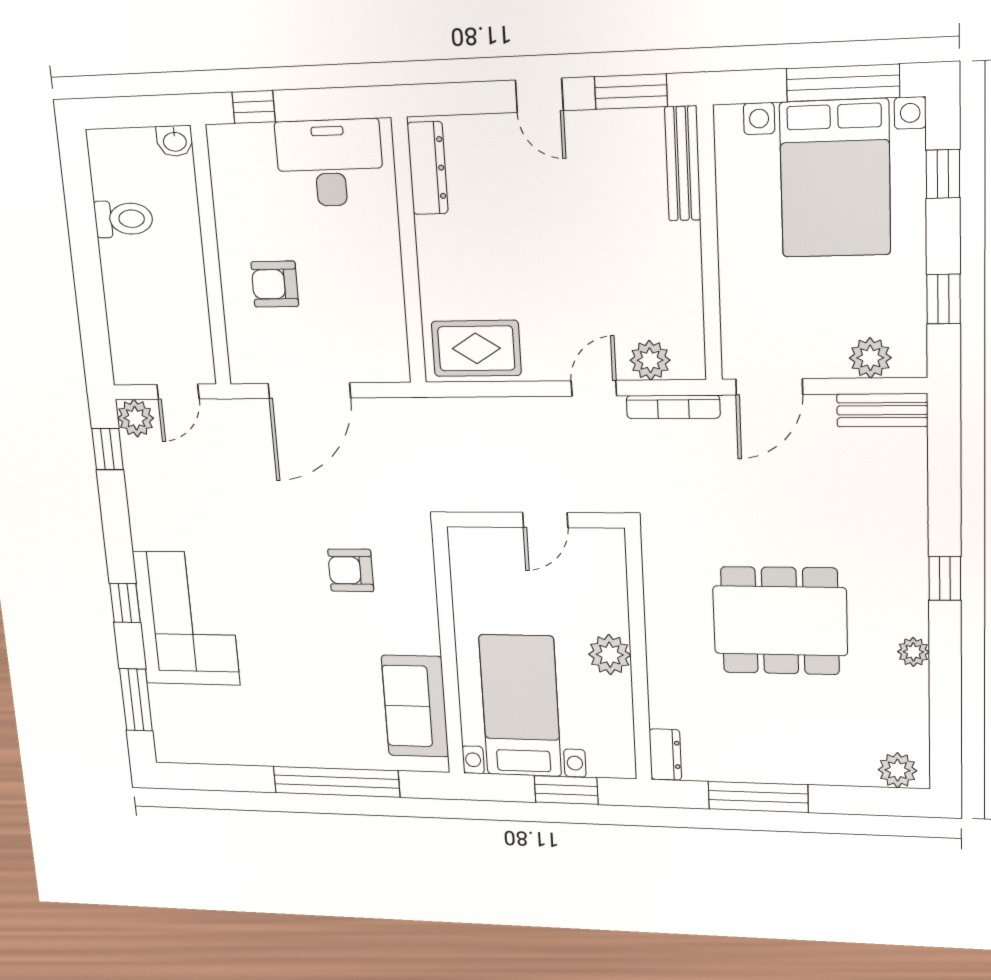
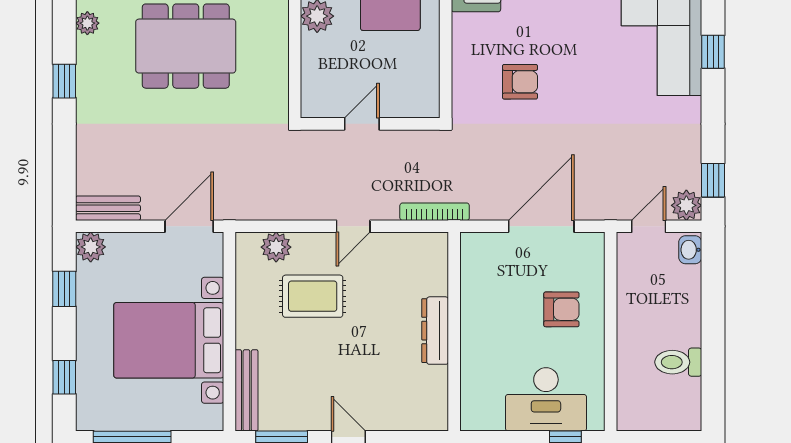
washbasin: (175, 141) -> (690, 250), moved, turned -90
desk: (330, 163) -> (546, 399), moved
dresser: (428, 168) -> (435, 331), moved
bed with nightstands: (835, 179) -> (169, 340), moved, turned -90
rug: (476, 348) -> (313, 296), moved
plant: (870, 358) -> (91, 247), moved
door: (594, 388) -> (353, 226), moved
bookcase: (673, 407) -> (435, 212), moved

